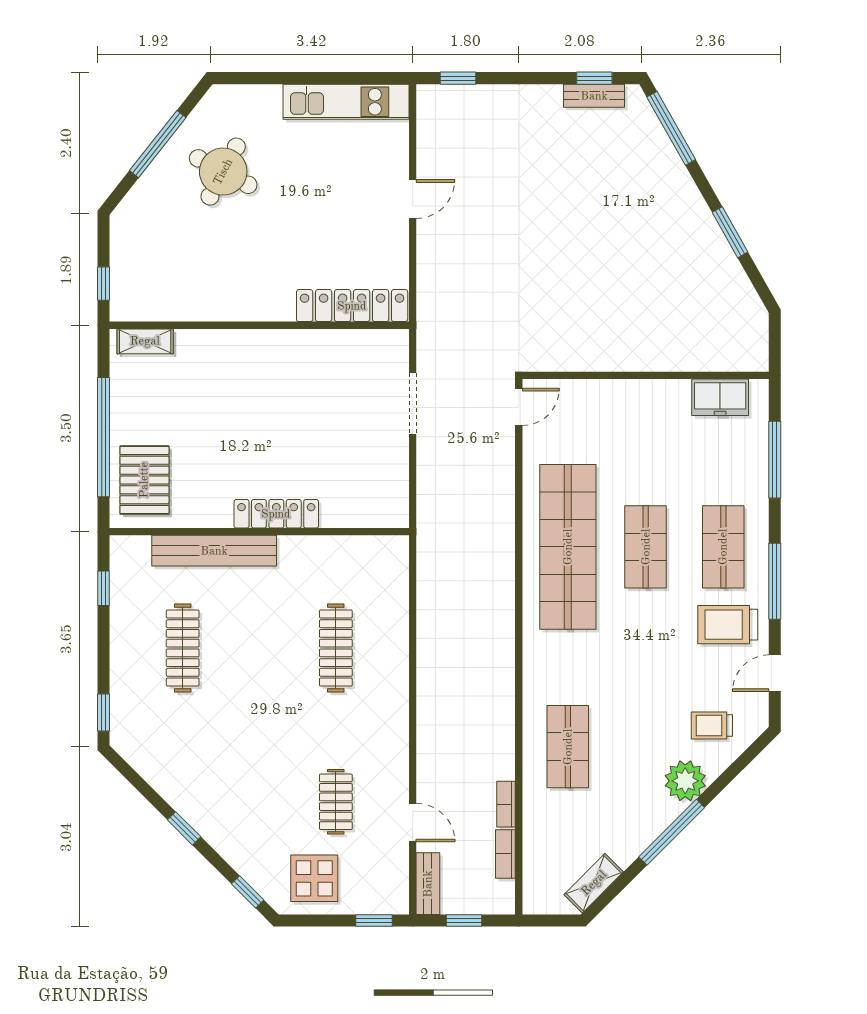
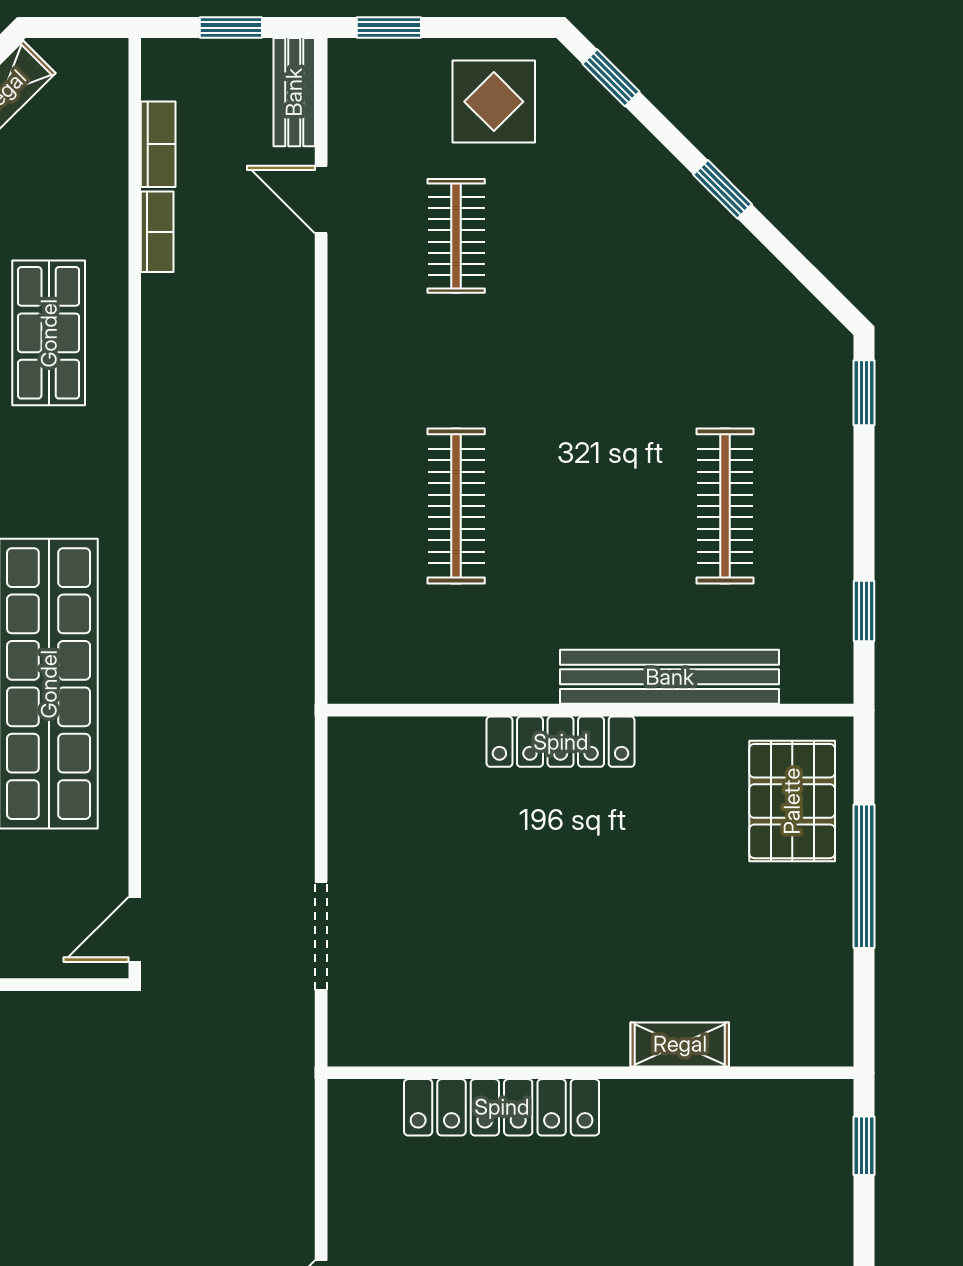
locker: (352, 306) -> (502, 1107), moved
shelving: (145, 341) -> (680, 1044), moved
window: (104, 437) -> (864, 876), width x0.68

